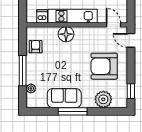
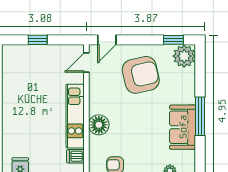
armchair: (104, 66) -> (141, 75), turned -103
plant: (103, 99) -> (184, 56), moved

